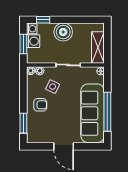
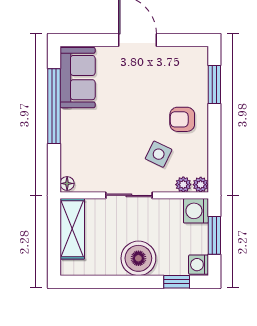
washing machine: (33, 41) -> (196, 211), moved
sofa: (93, 113) -> (78, 78), width x0.54, depth x0.79

